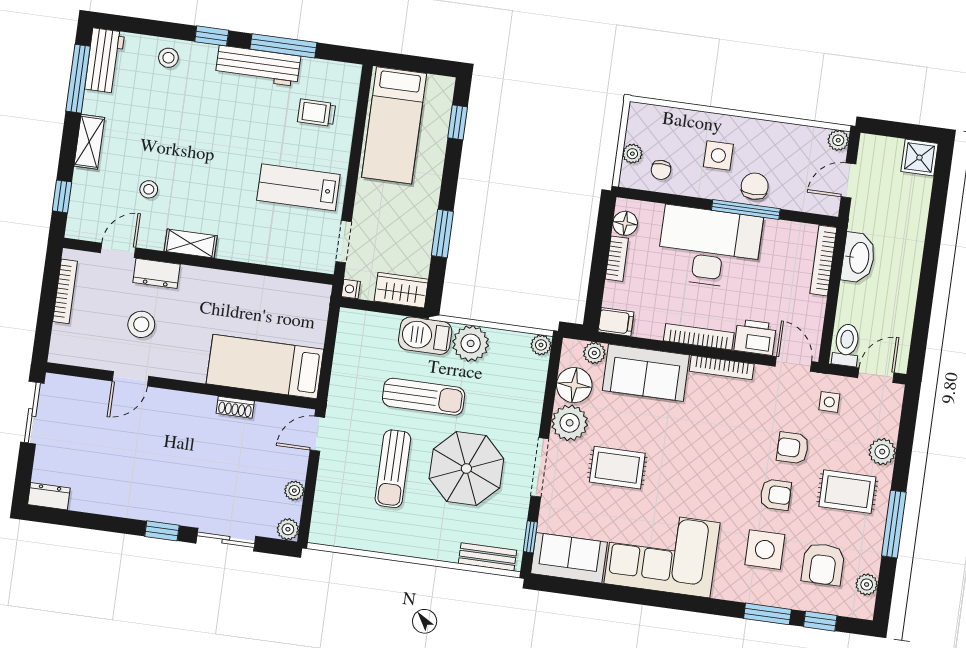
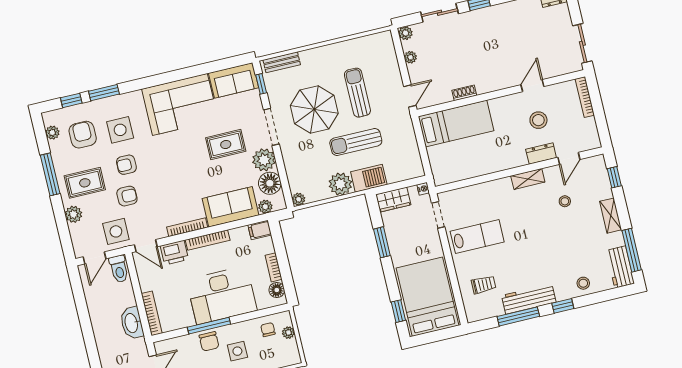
bed: (394, 125) -> (427, 297), width x1.50
bookcase: (65, 291) -> (585, 97), moved
side table: (829, 402) -> (116, 231), width x1.87, depth x1.87

